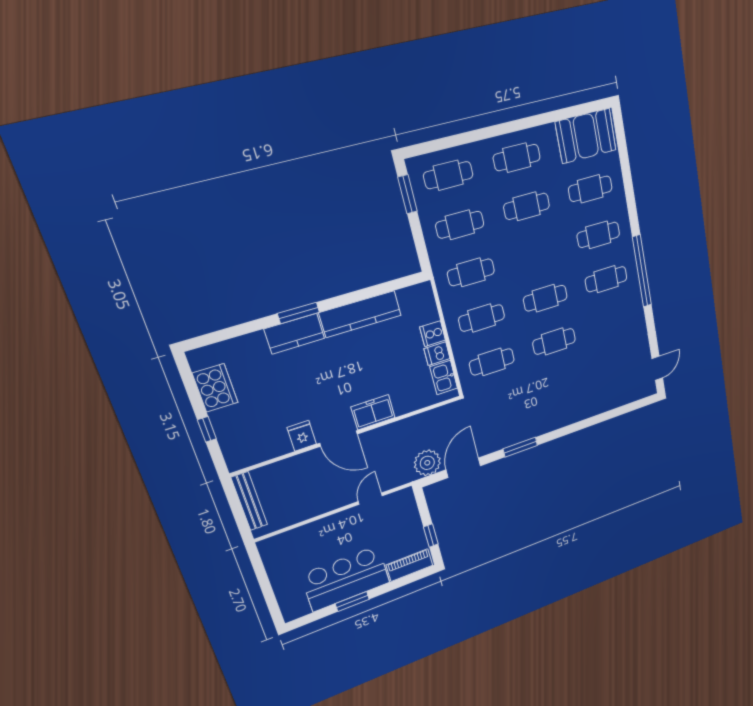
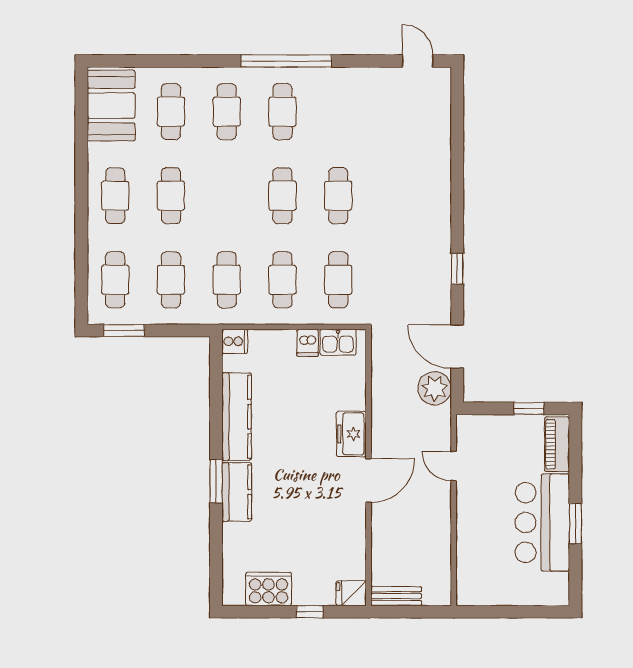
cooker: (433, 334) -> (235, 341), moved, turned -90
fridge: (302, 436) -> (351, 593), moved
window: (520, 447) -> (457, 269), width x0.67
bench: (249, 501) -> (396, 596), width x0.73

